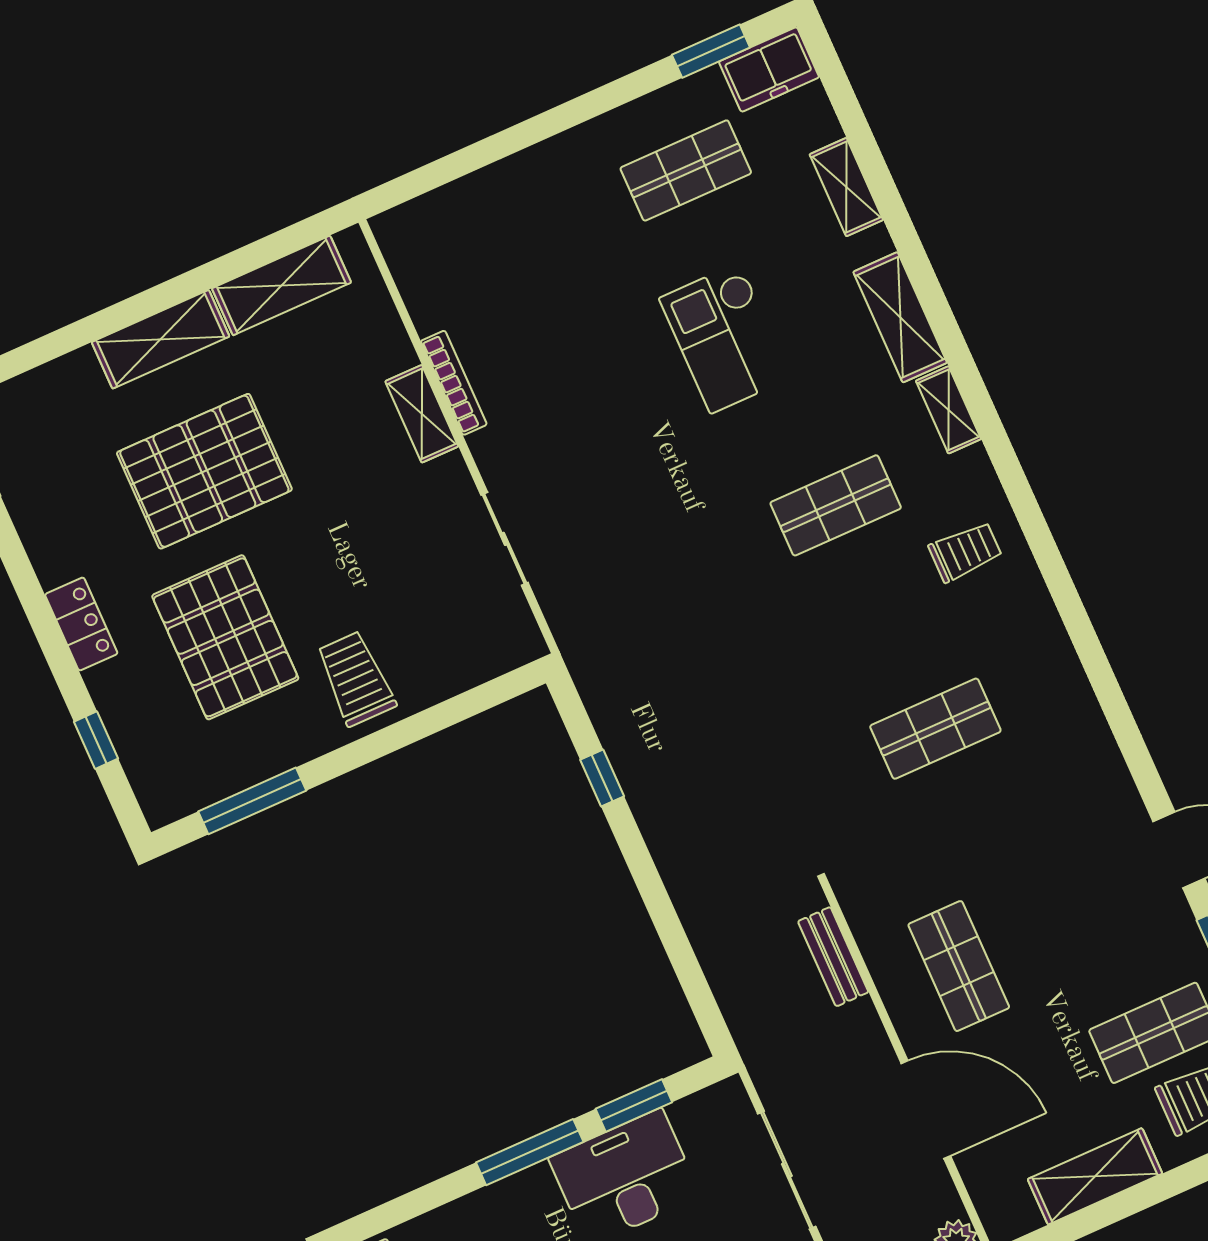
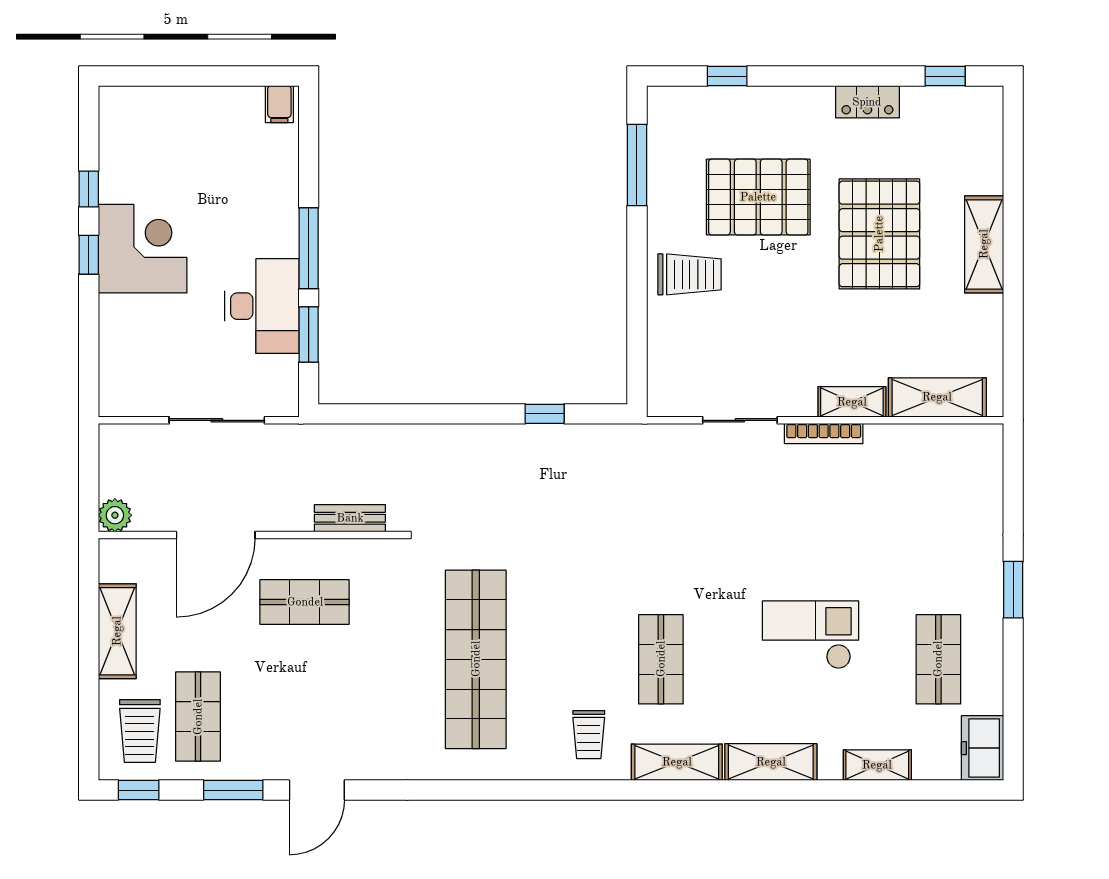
window: (711, 51) -> (1013, 590), moved
shelving: (281, 285) -> (937, 397), moved, turned 90
bookcase: (454, 383) -> (824, 434), moved
shelving: (948, 410) -> (677, 762), width x1.50, depth x1.33
locker: (81, 624) -> (867, 102), moved
shop shelf: (935, 729) -> (476, 659), width x2.00, depth x1.36

